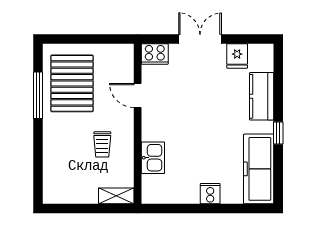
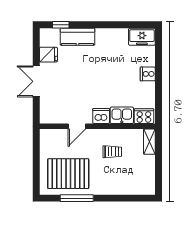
cooker: (155, 54) -> (144, 116), moved, turned -90
dishwasher: (152, 129) -> (101, 116), added
window: (278, 133) -> (61, 25), moved
freezer: (259, 169) -> (142, 37), width x0.52, depth x0.79

